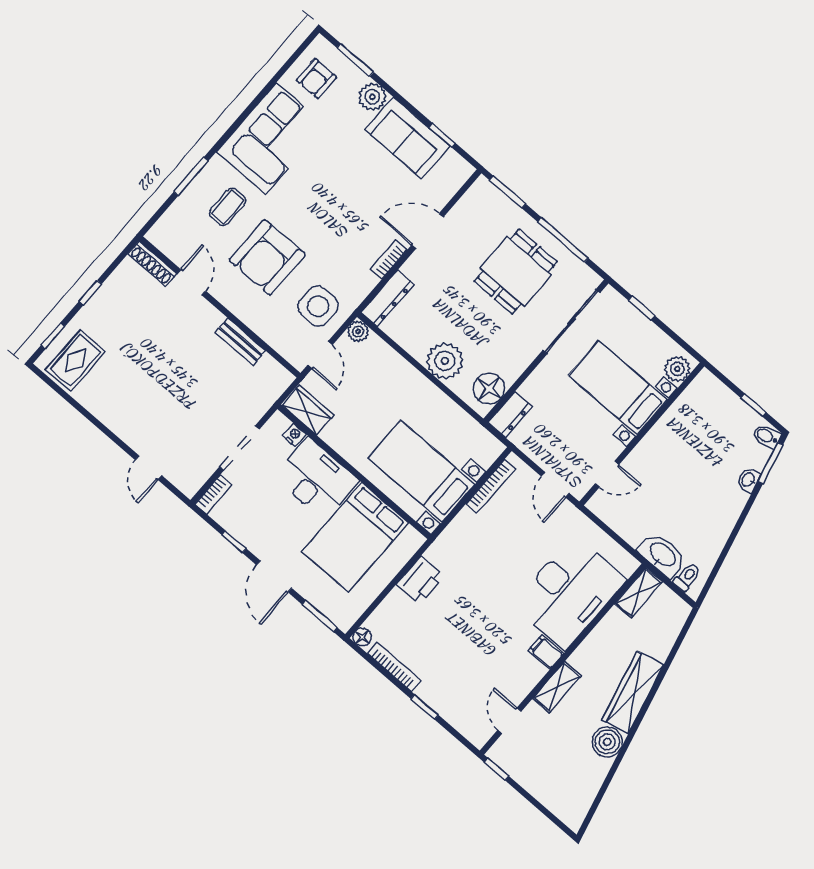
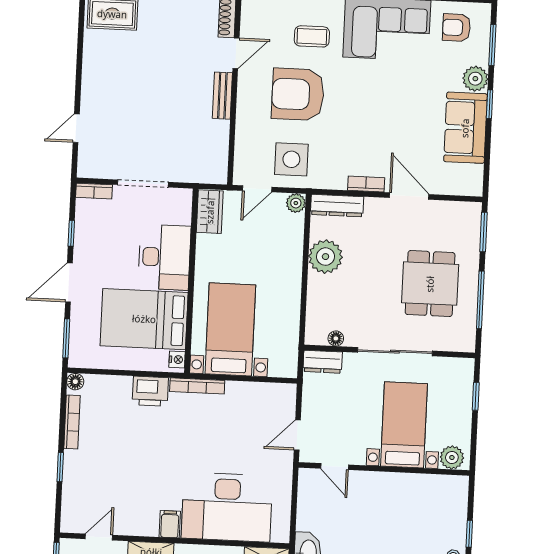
window: (442, 135) -> (490, 104), moved
dining table: (516, 272) -> (430, 284), turned 90
sliding door: (572, 321) -> (395, 352), moved
bench: (240, 342) -> (222, 96), moved
plant: (445, 361) -> (325, 257), moved
floor lamp: (489, 389) -> (336, 338), width x0.53, depth x0.53
nightstand: (294, 435) -> (177, 360), moved
bookcase: (491, 486) -> (197, 386), moved

